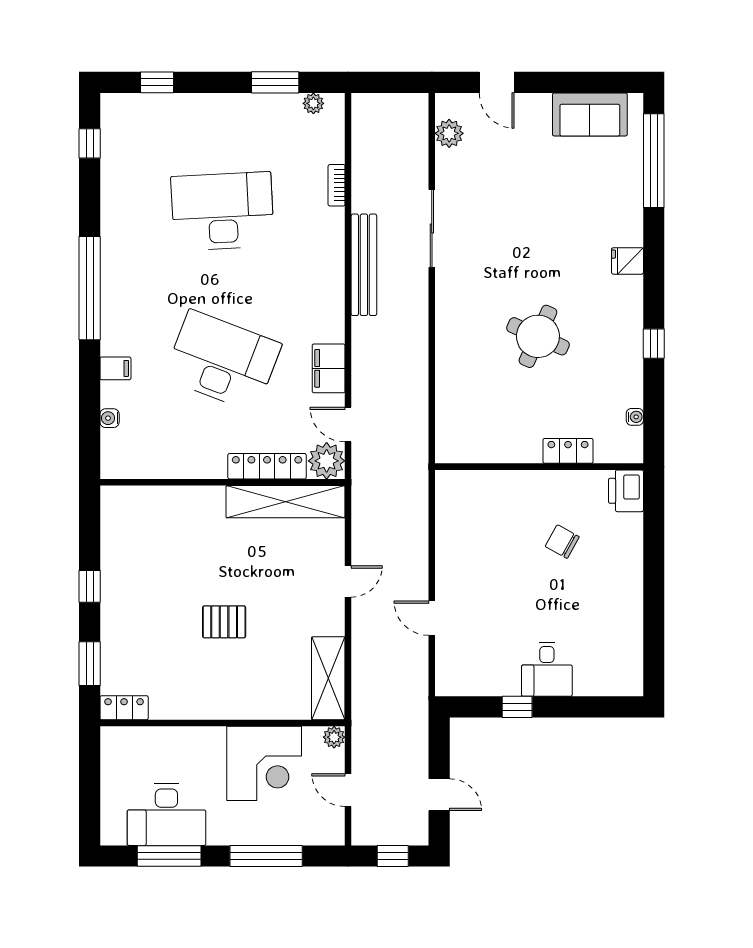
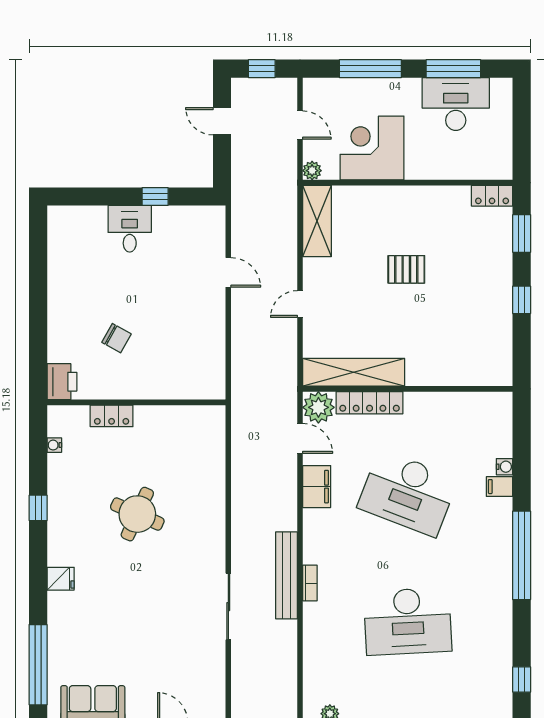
plant: (449, 133) -> (213, 688), removed
bookcase: (337, 185) -> (310, 583), moved
water cooler: (110, 418) -> (505, 467), moved

